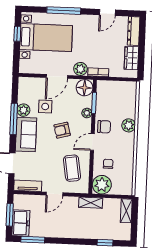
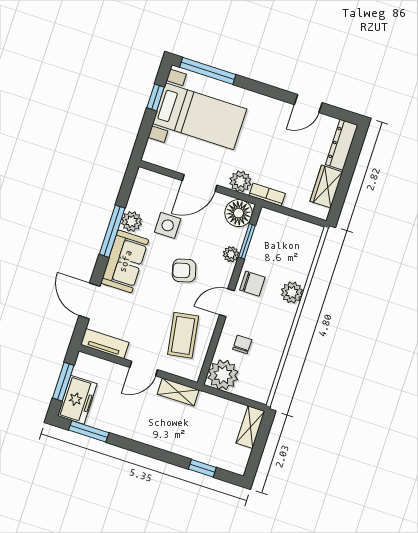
window: (64, 11) -> (208, 71), moved
shelving: (91, 203) -> (178, 392), moved

